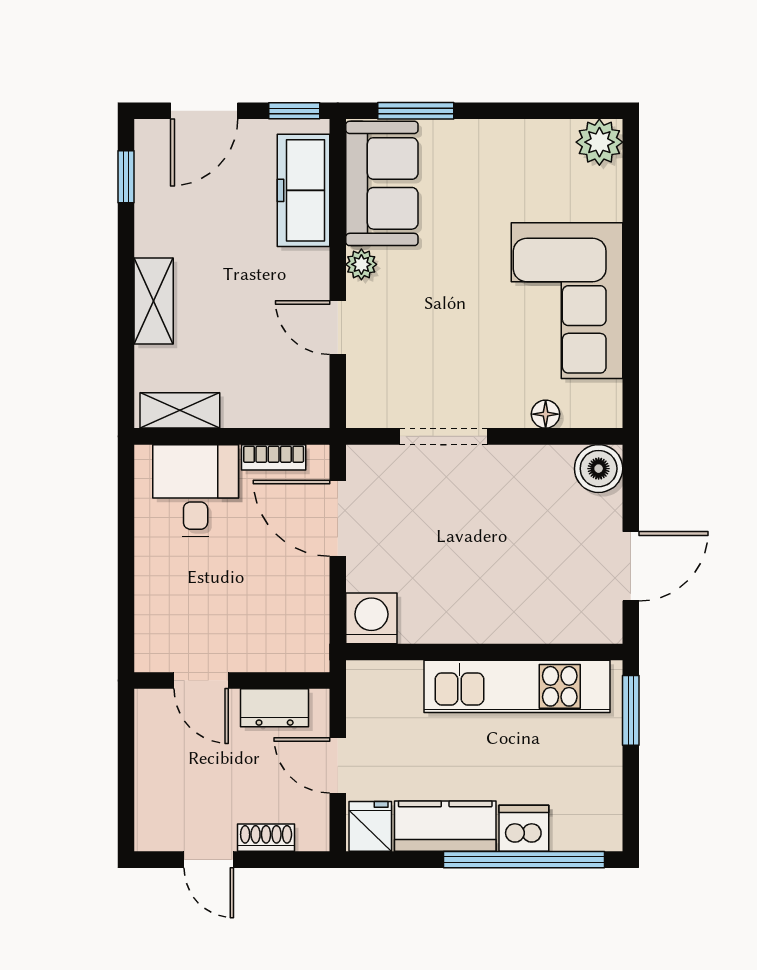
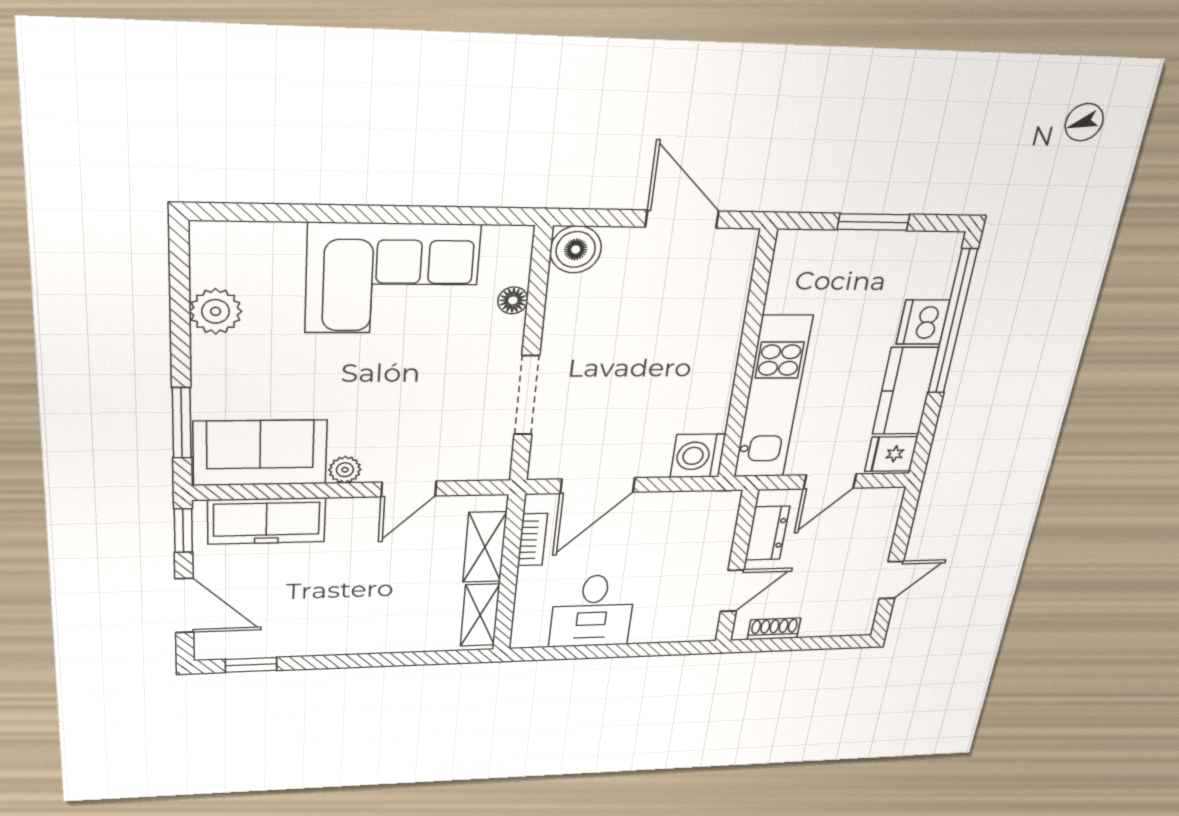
plant: (599, 142) -> (216, 311), moved
shelving: (154, 301) -> (485, 547), moved, turned 90
desk: (196, 491) -> (592, 611), moved, turned -90
kitchen unit: (517, 686) -> (773, 398), moved
window: (631, 710) -> (873, 222), moved
shoe rack: (266, 838) -> (774, 629), moved, turned 90

